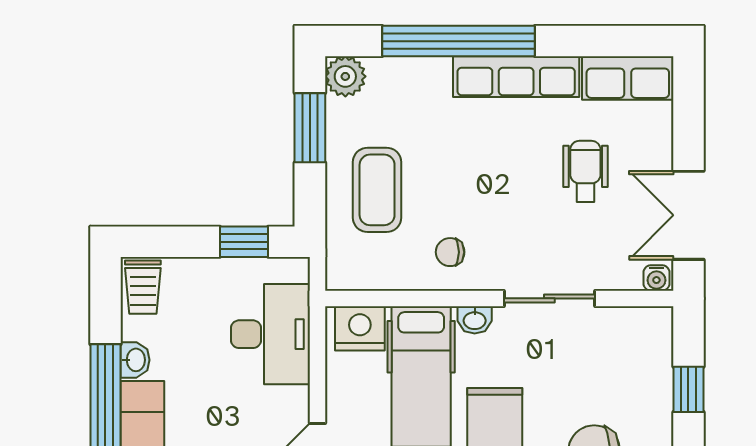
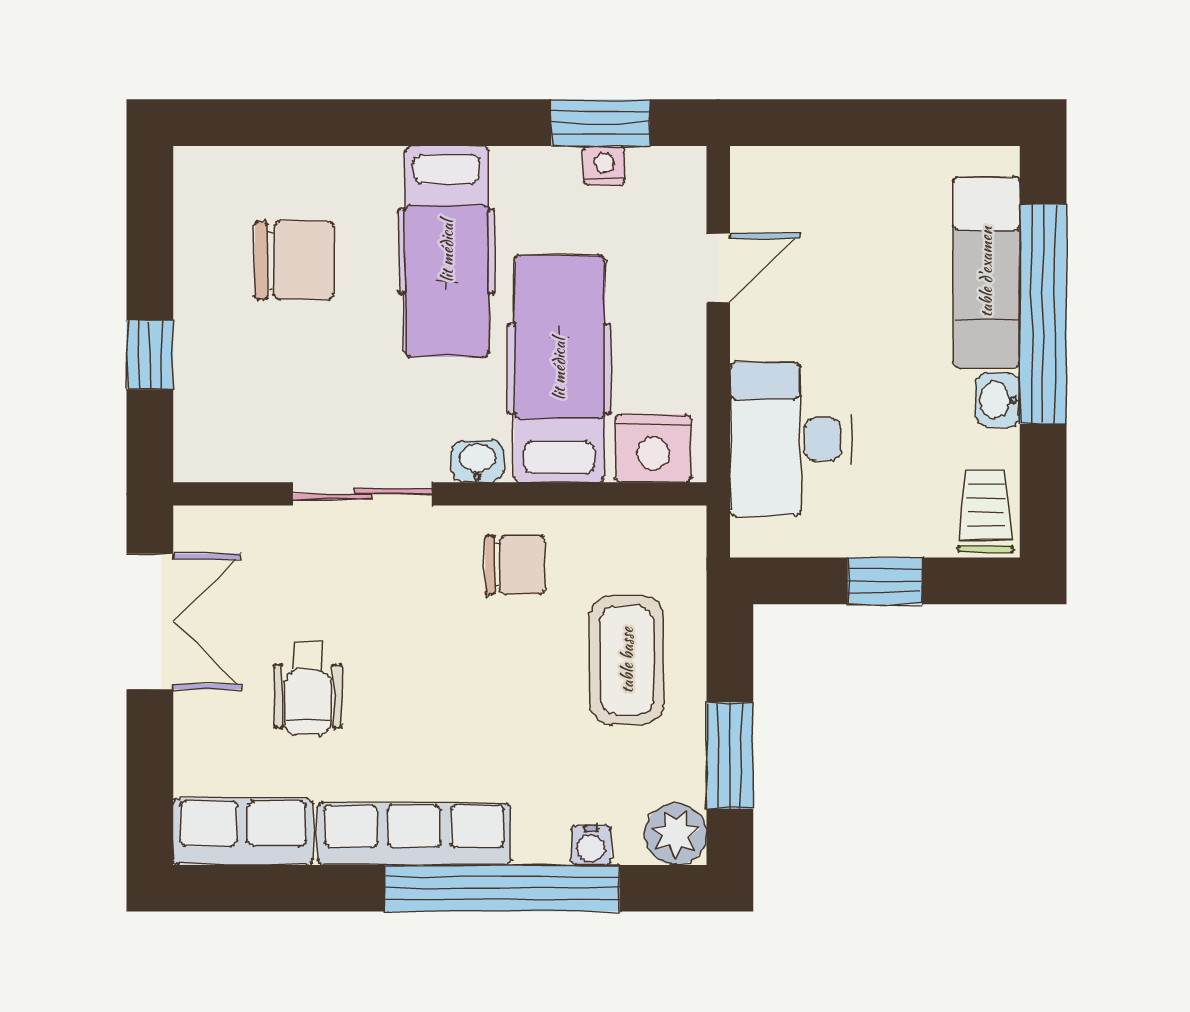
window: (244, 242) -> (885, 581), moved
chair: (450, 252) -> (515, 565), width x1.37, depth x1.37
water cooler: (656, 278) -> (591, 845), moved, turned 180

